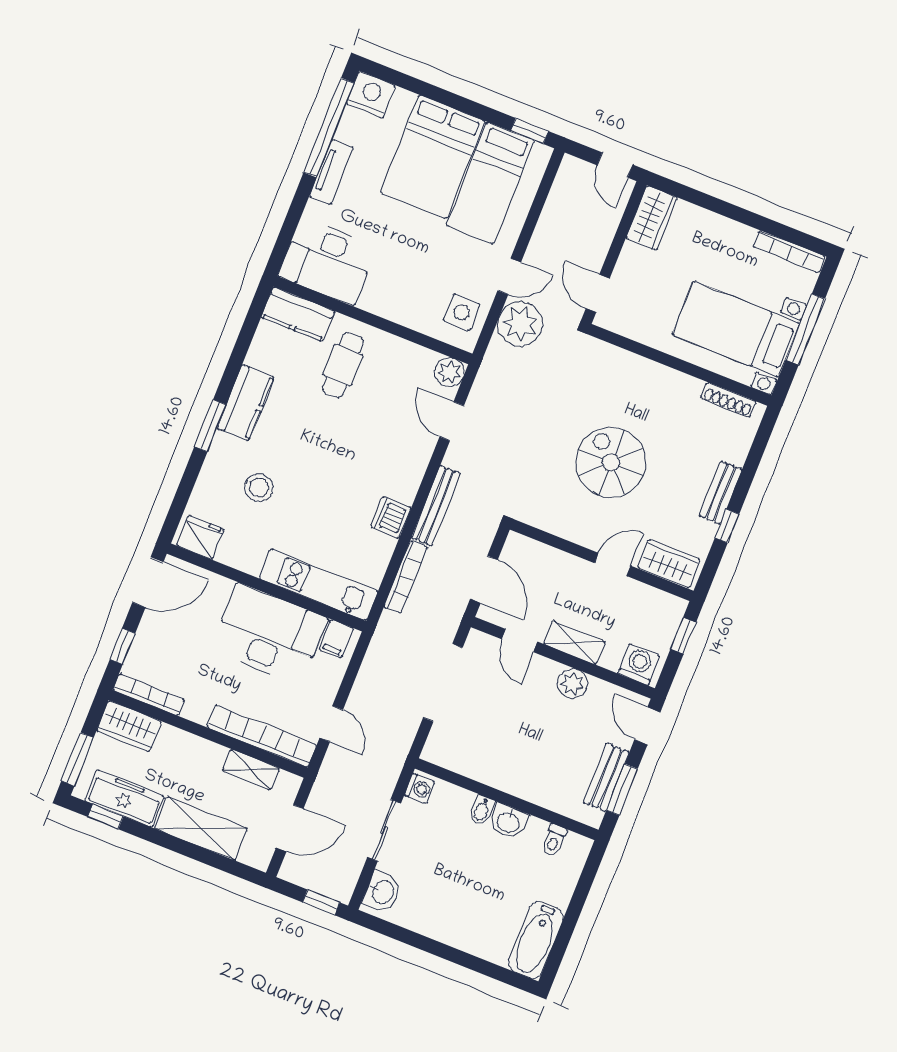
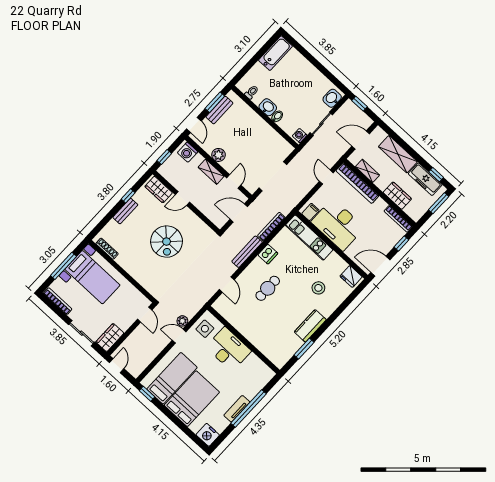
window: (329, 128) -> (248, 409), moved
sliding door: (714, 204) -> (82, 333), added
desk: (327, 261) -> (228, 349), moved
kitchen counter: (298, 314) -> (274, 354), removed
plant: (520, 324) -> (182, 321), width x0.53, depth x0.53
cafe table: (343, 365) -> (268, 288), moved
plant: (449, 372) -> (220, 305), removed
window: (210, 426) -> (304, 349), moved
door: (484, 579) -> (239, 213), hinge flipped
wardrobe: (129, 726) -> (397, 196), moved

